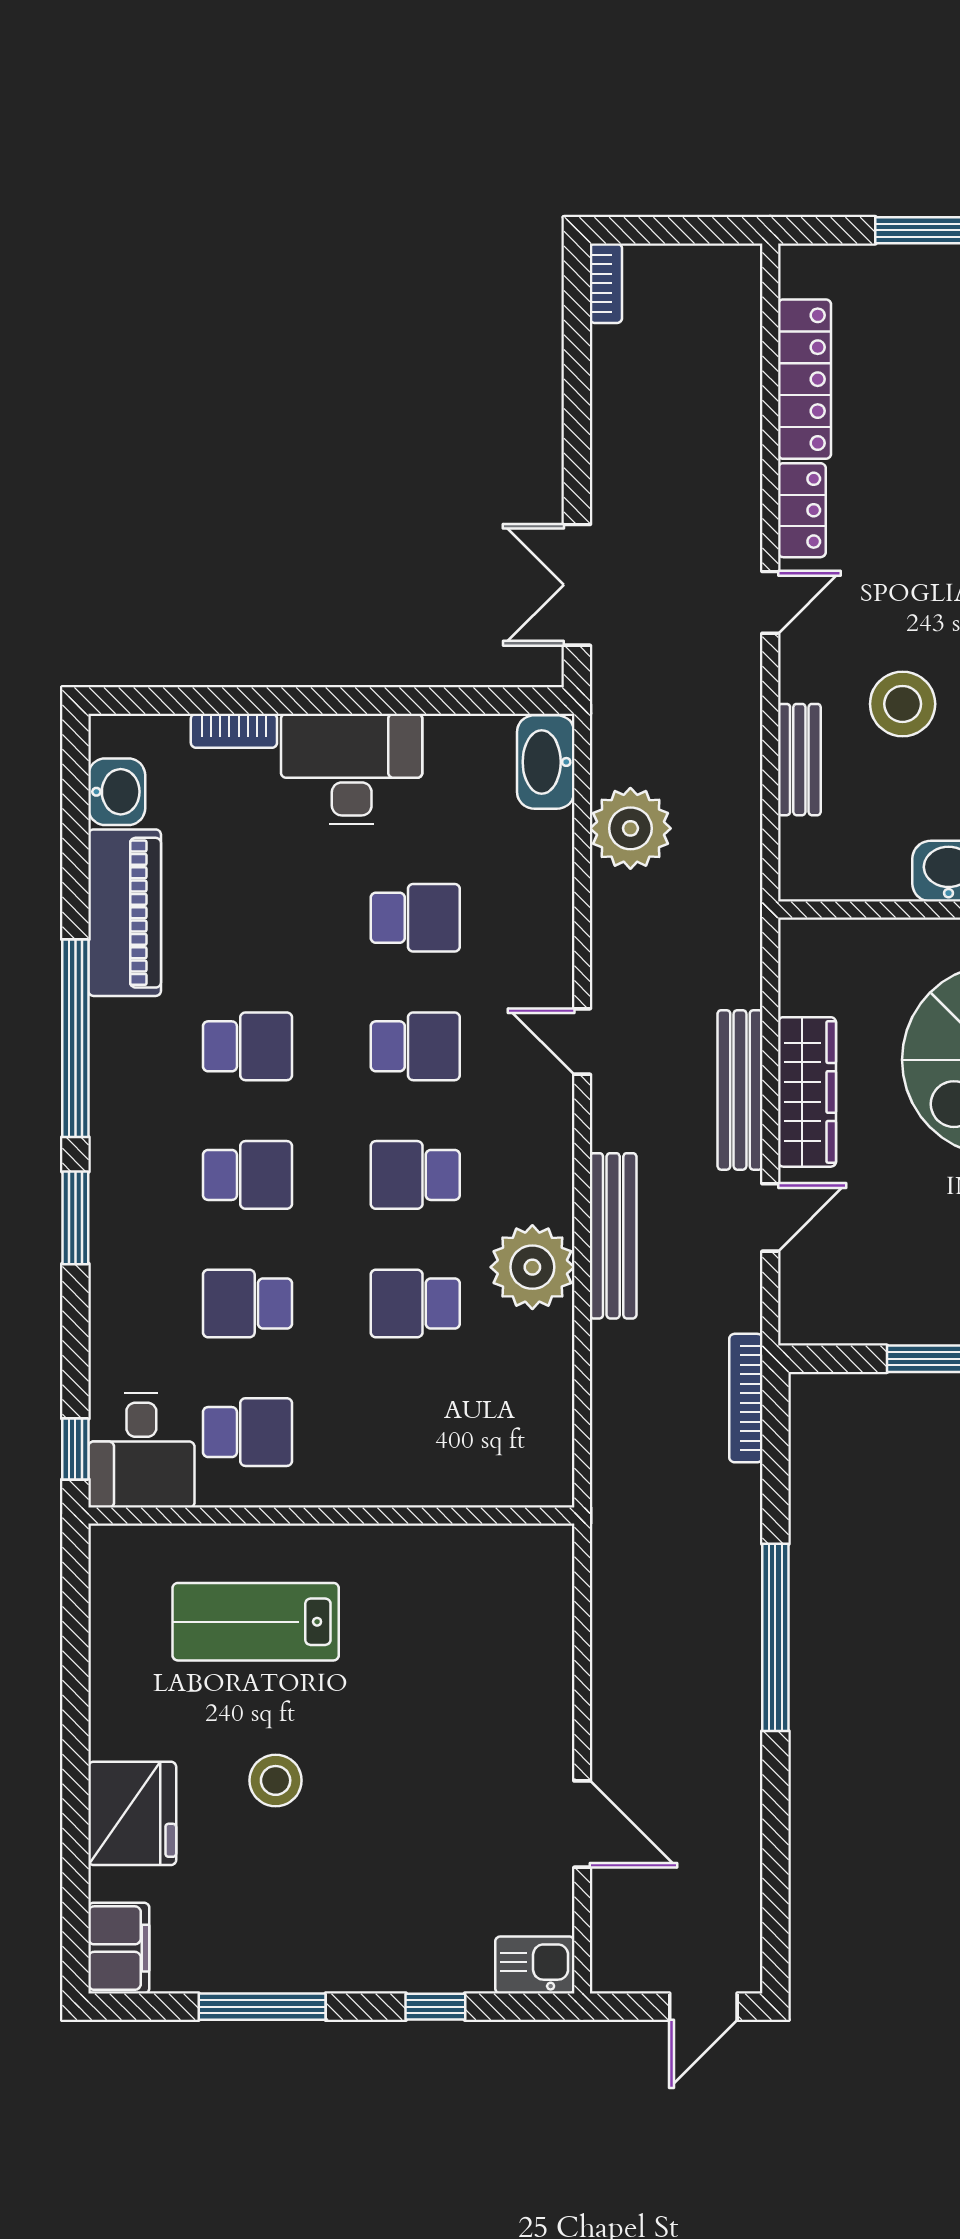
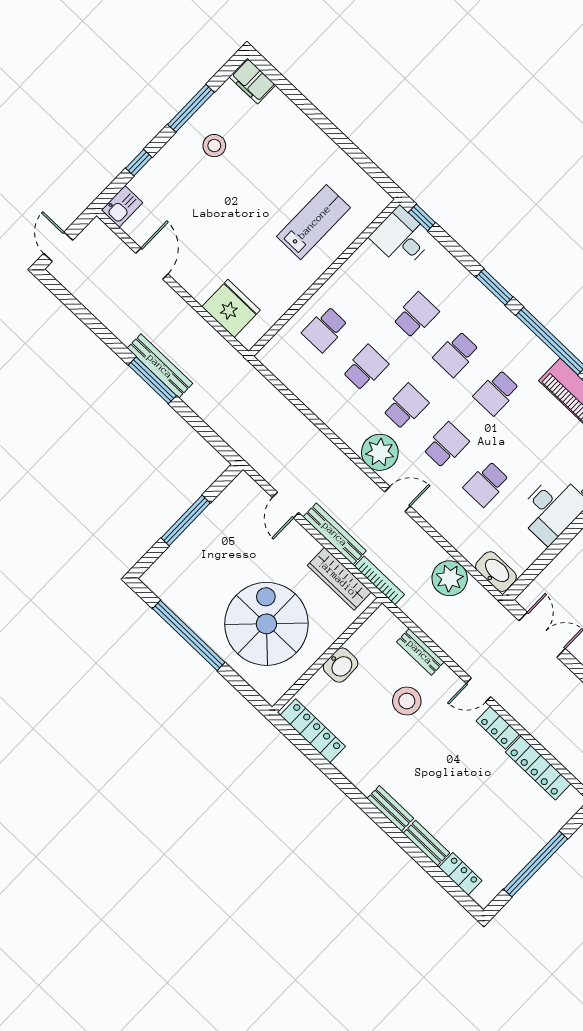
door: (770, 602) -> (478, 690), hinge flipped
school desk: (415, 1046) -> (446, 445), turned 180
wardrobe: (807, 1092) -> (339, 579), moved
bench: (613, 1236) -> (160, 366), moved
plant: (532, 1267) -> (380, 452), moved
bookcase: (746, 1398) -> (379, 580), moved
school desk: (247, 1432) -> (325, 329), moved
window: (775, 1637) -> (152, 380), width x0.68
stool: (276, 1780) -> (214, 146), moved
fridge: (132, 1813) -> (231, 308), moved, turned 180
door: (582, 1824) -> (152, 264), swing flipped

